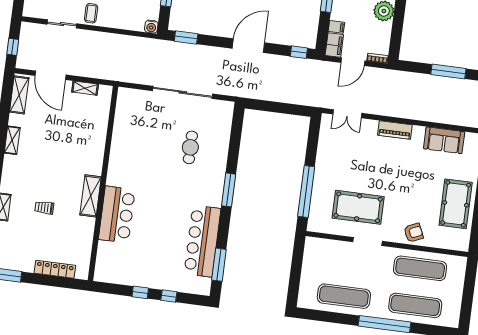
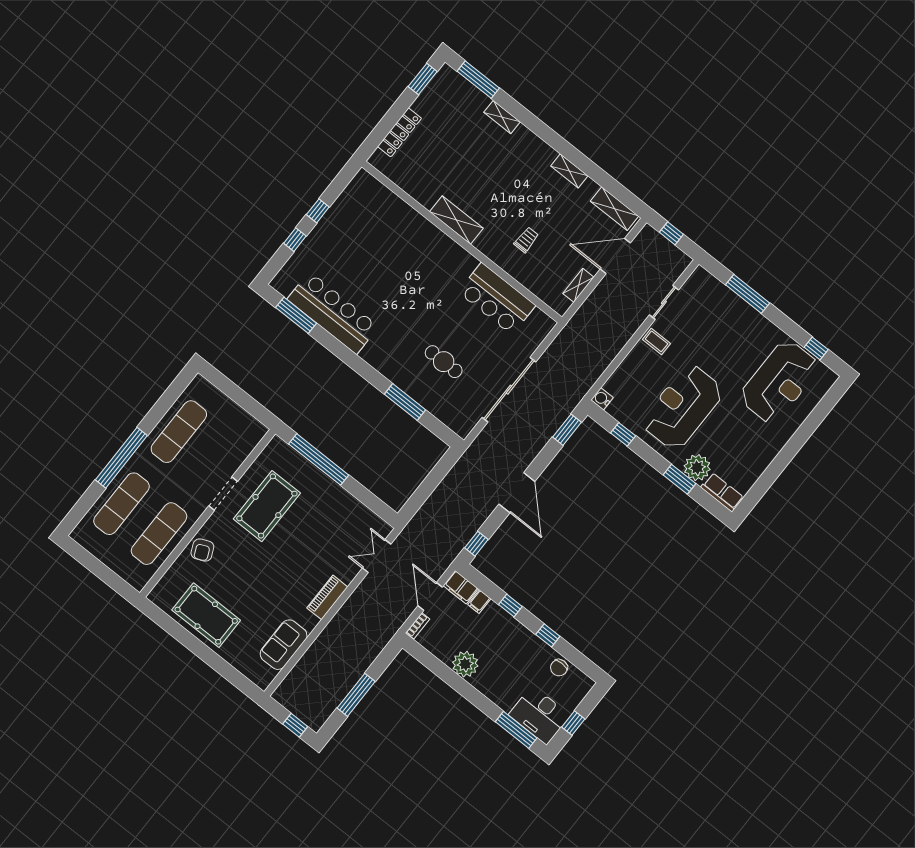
window: (229, 190) -> (405, 402), moved
trolley: (44, 208) -> (526, 240), moved
bar counter: (117, 215) -> (497, 299), moved

